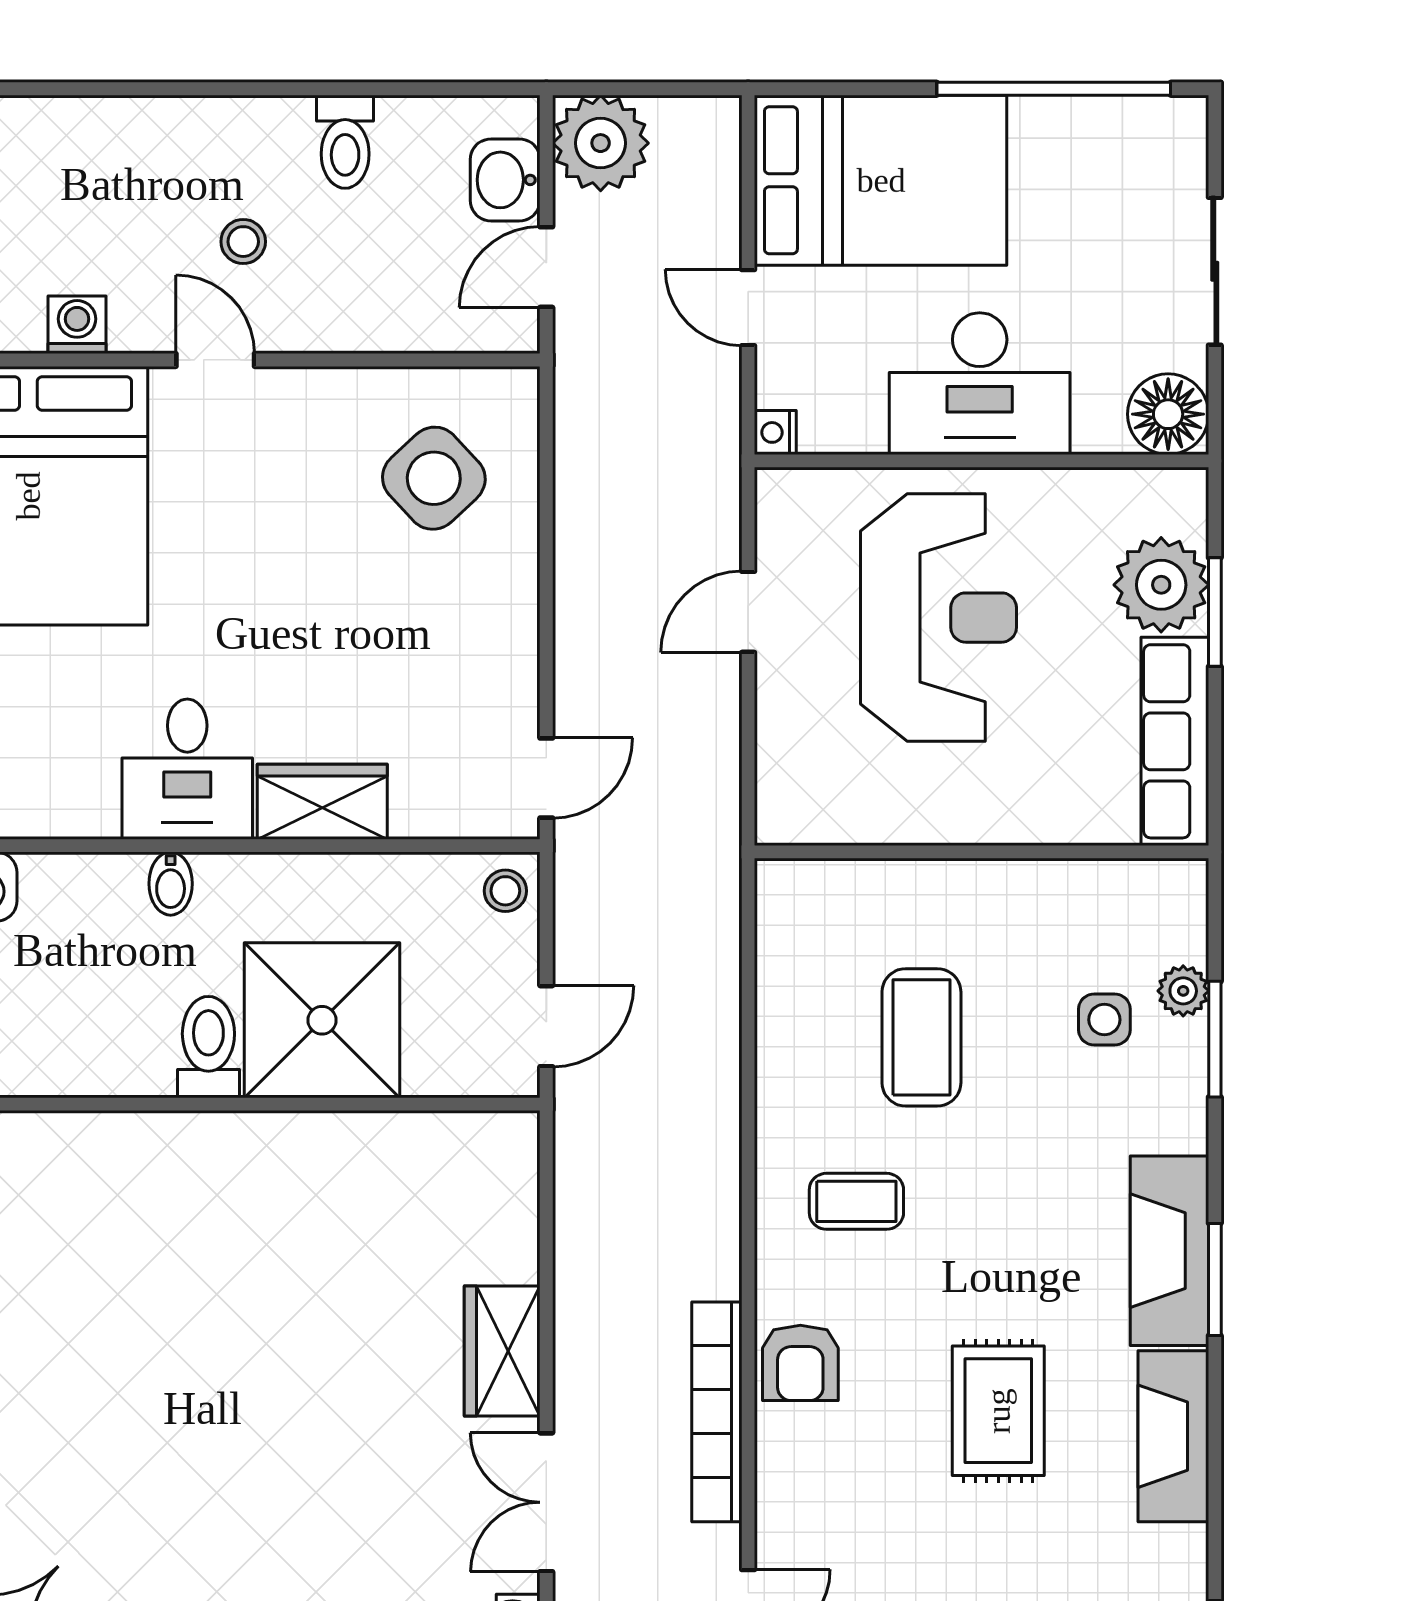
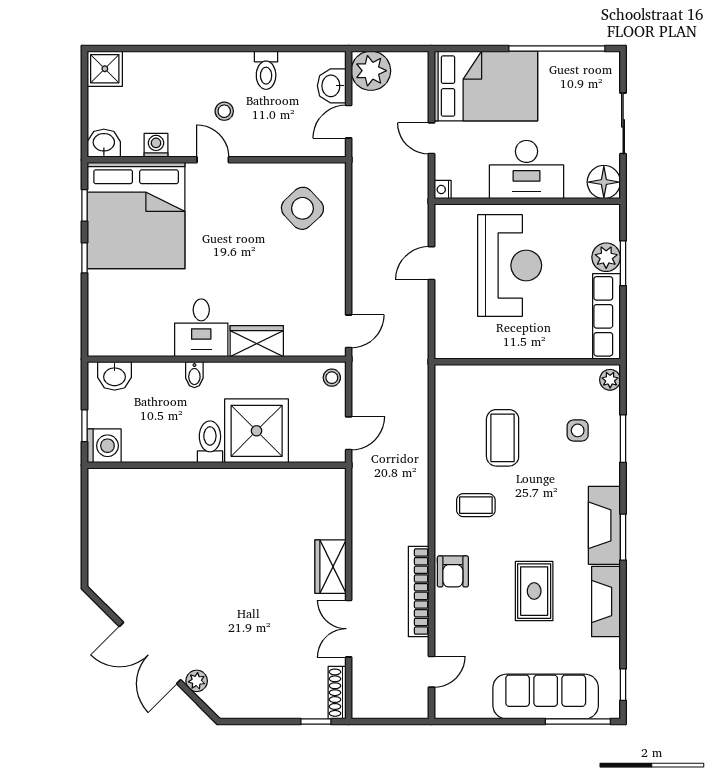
plant: (1161, 585) -> (606, 257), width x0.73, depth x0.73
plant: (1183, 991) -> (610, 380), moved

